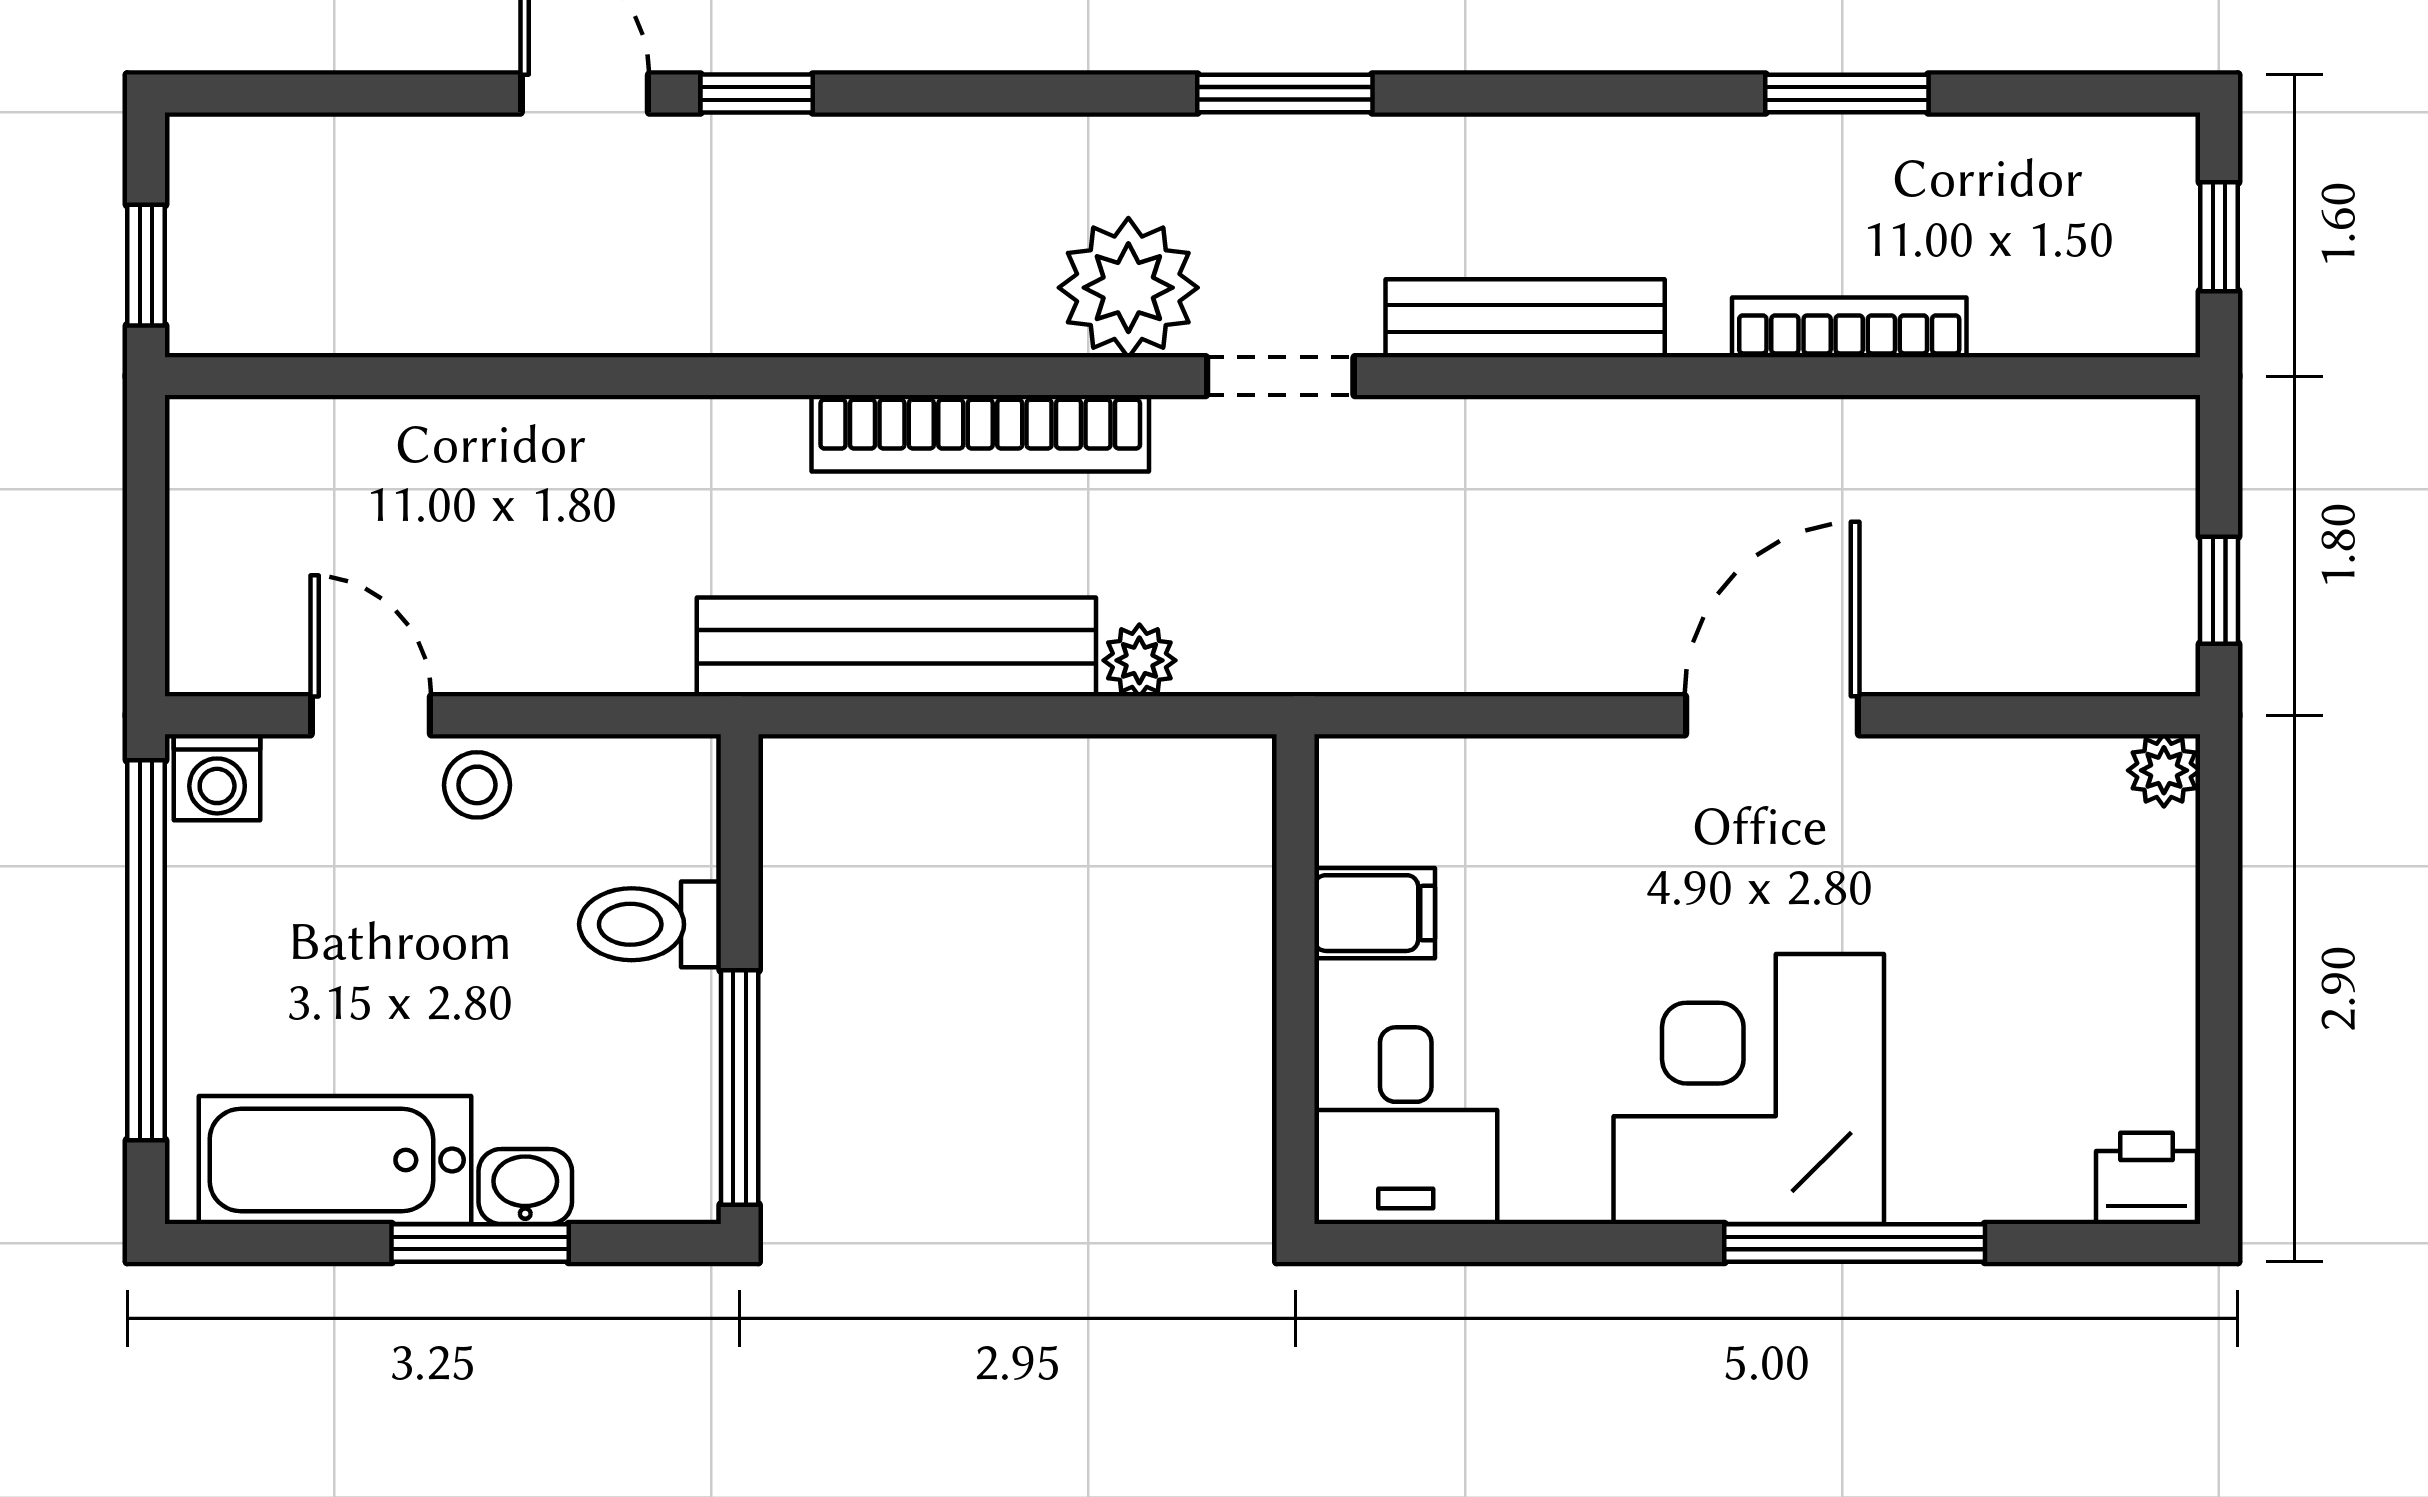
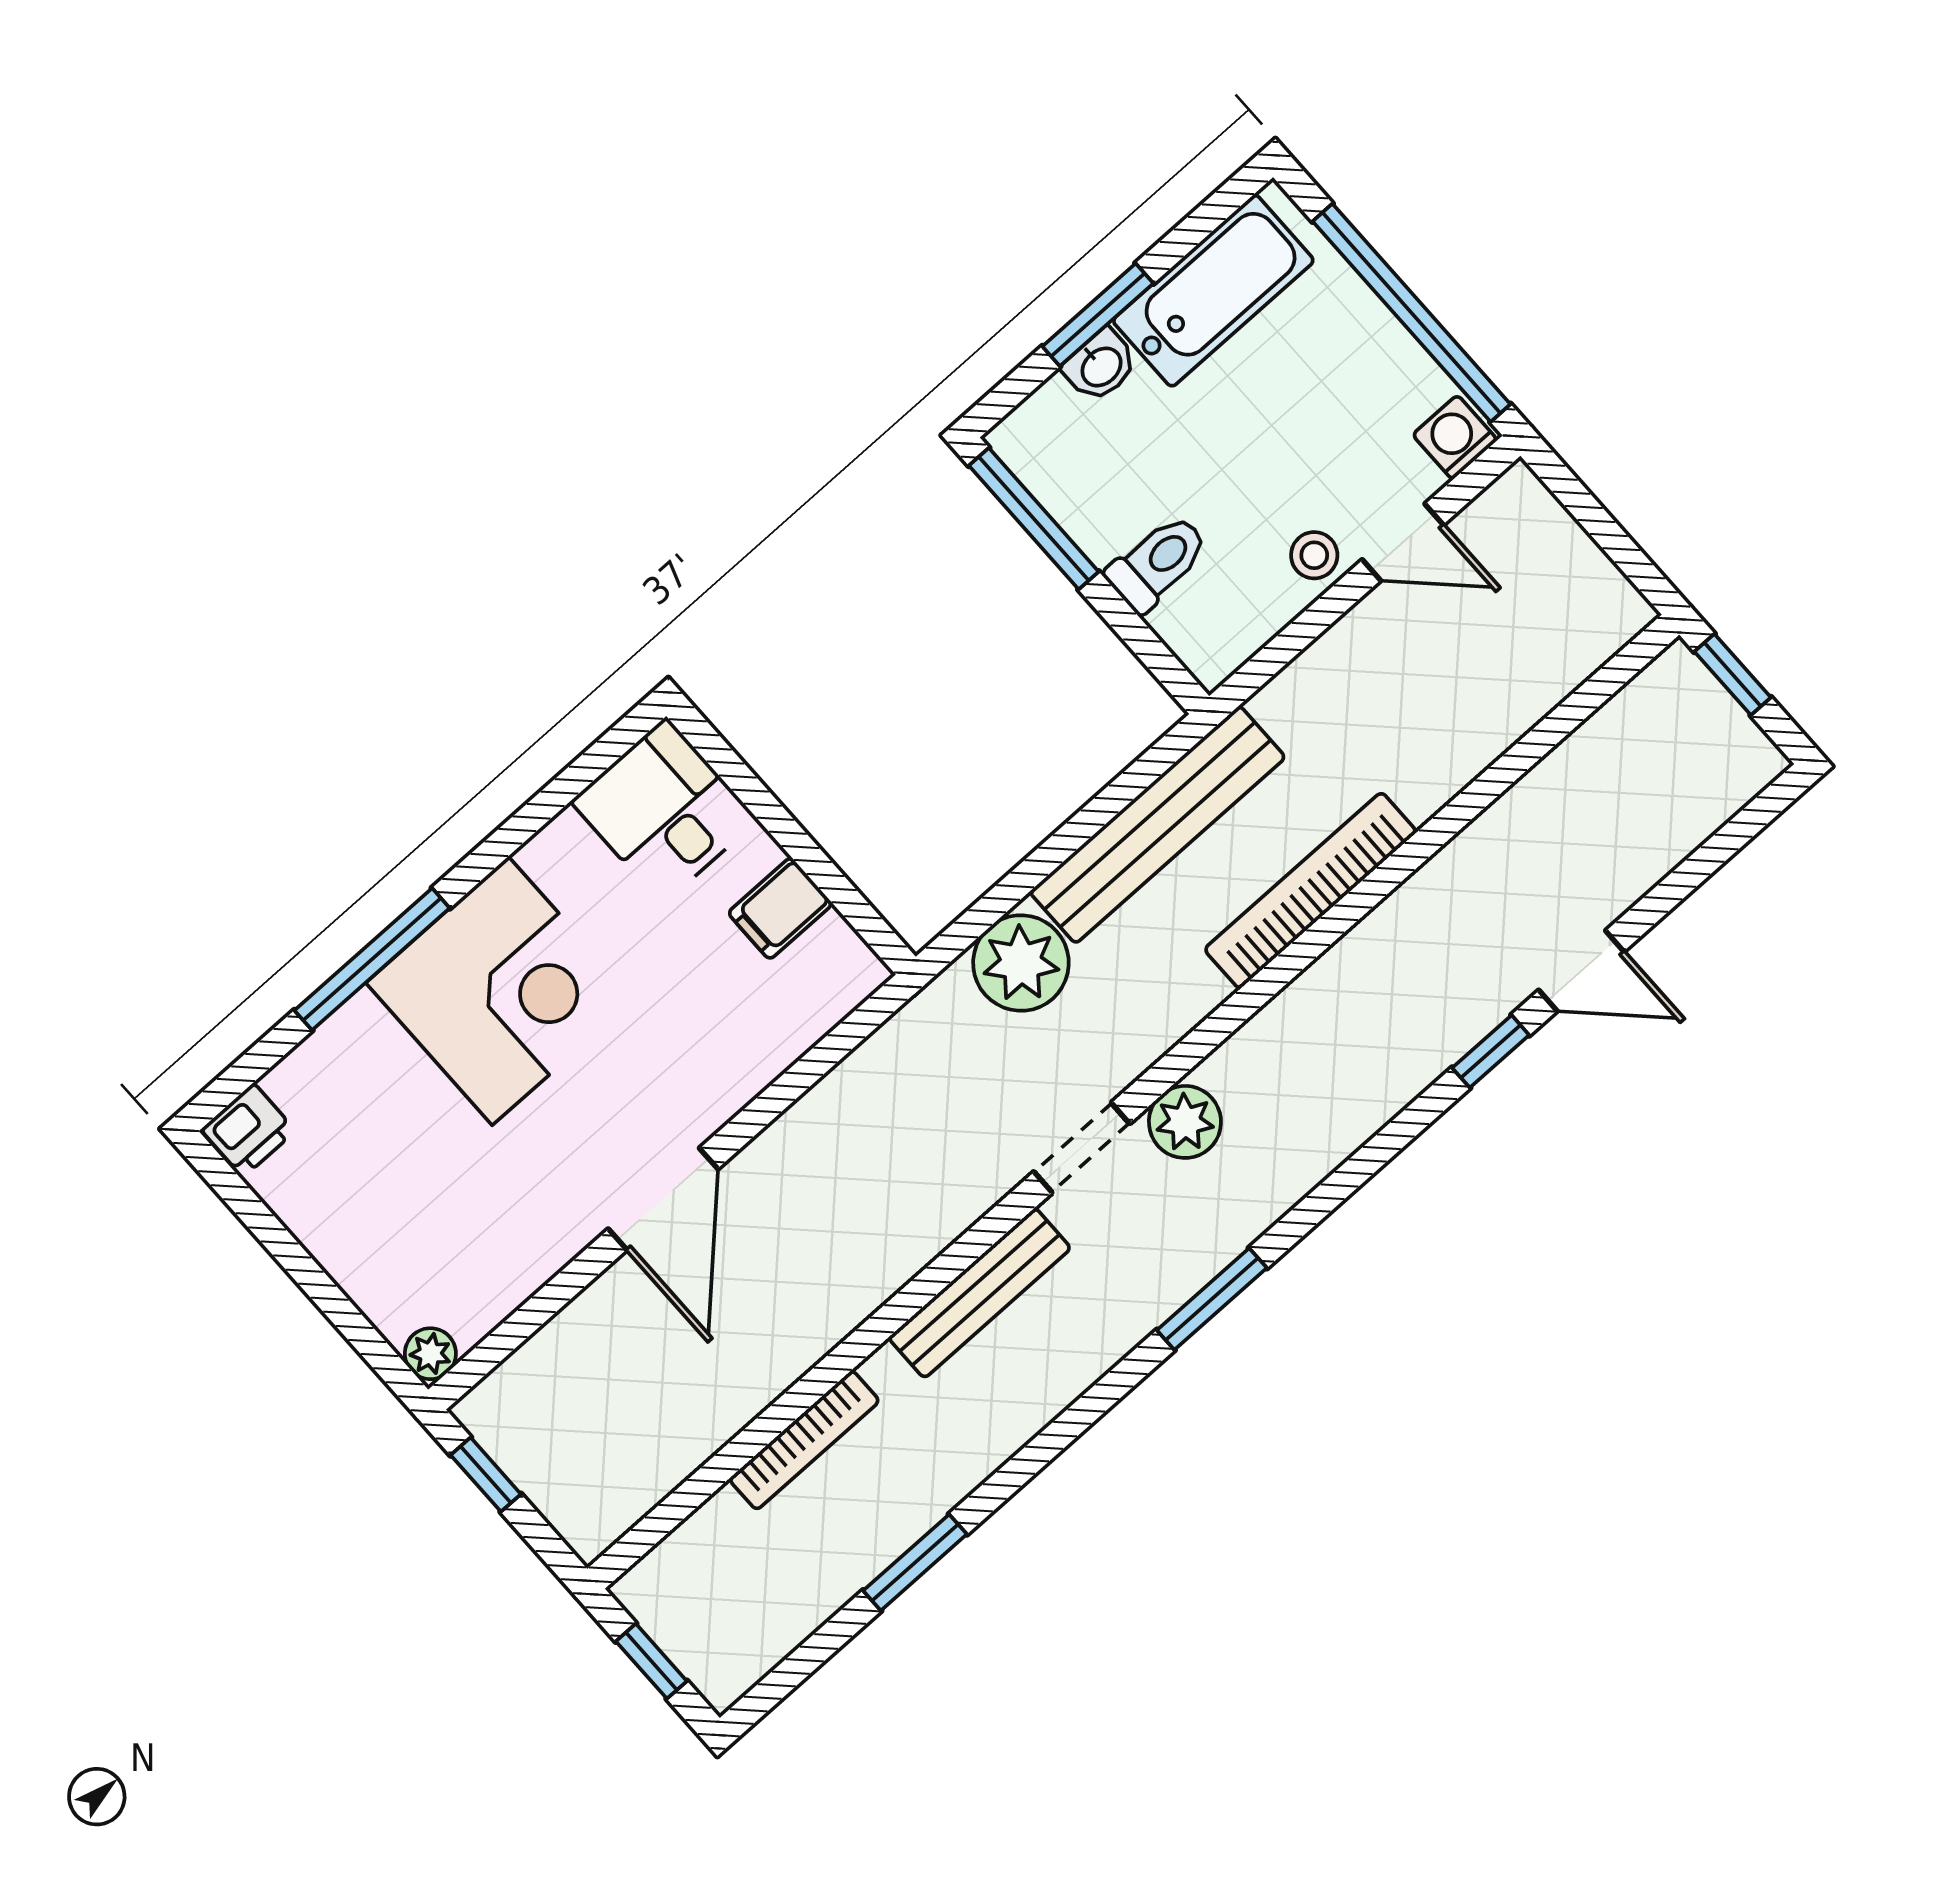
plant: (1128, 288) -> (1185, 1122), width x0.73, depth x0.73
bookcase: (980, 433) -> (1311, 891), moved
plant: (1139, 660) -> (1021, 963), width x1.88, depth x1.88

